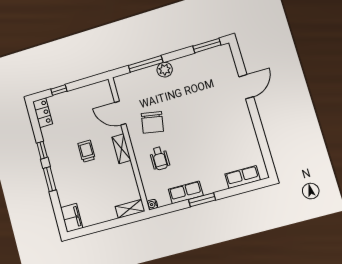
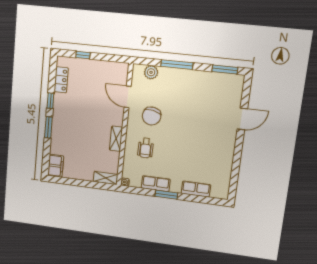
window: (146, 64) -> (177, 65), moved
plant: (165, 70) -> (151, 72), moved
locker: (43, 113) -> (61, 80), moved
shelving: (121, 149) -> (116, 139), moved
trolley: (87, 151) -> (87, 117), removed
row of seats: (243, 177) -> (196, 189), moved

